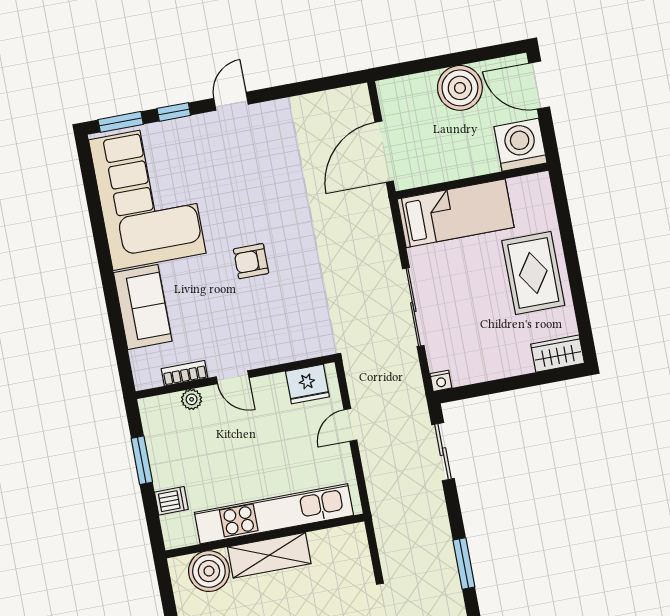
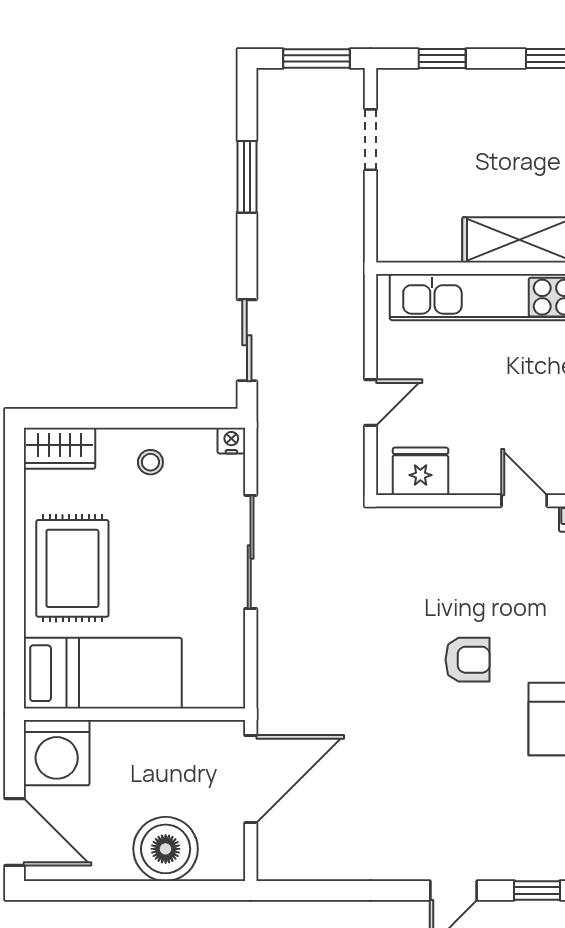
boiler: (460, 88) -> (166, 849), moved
bed: (456, 213) -> (103, 673), moved, turned 180
stool: (493, 356) -> (150, 462), added

